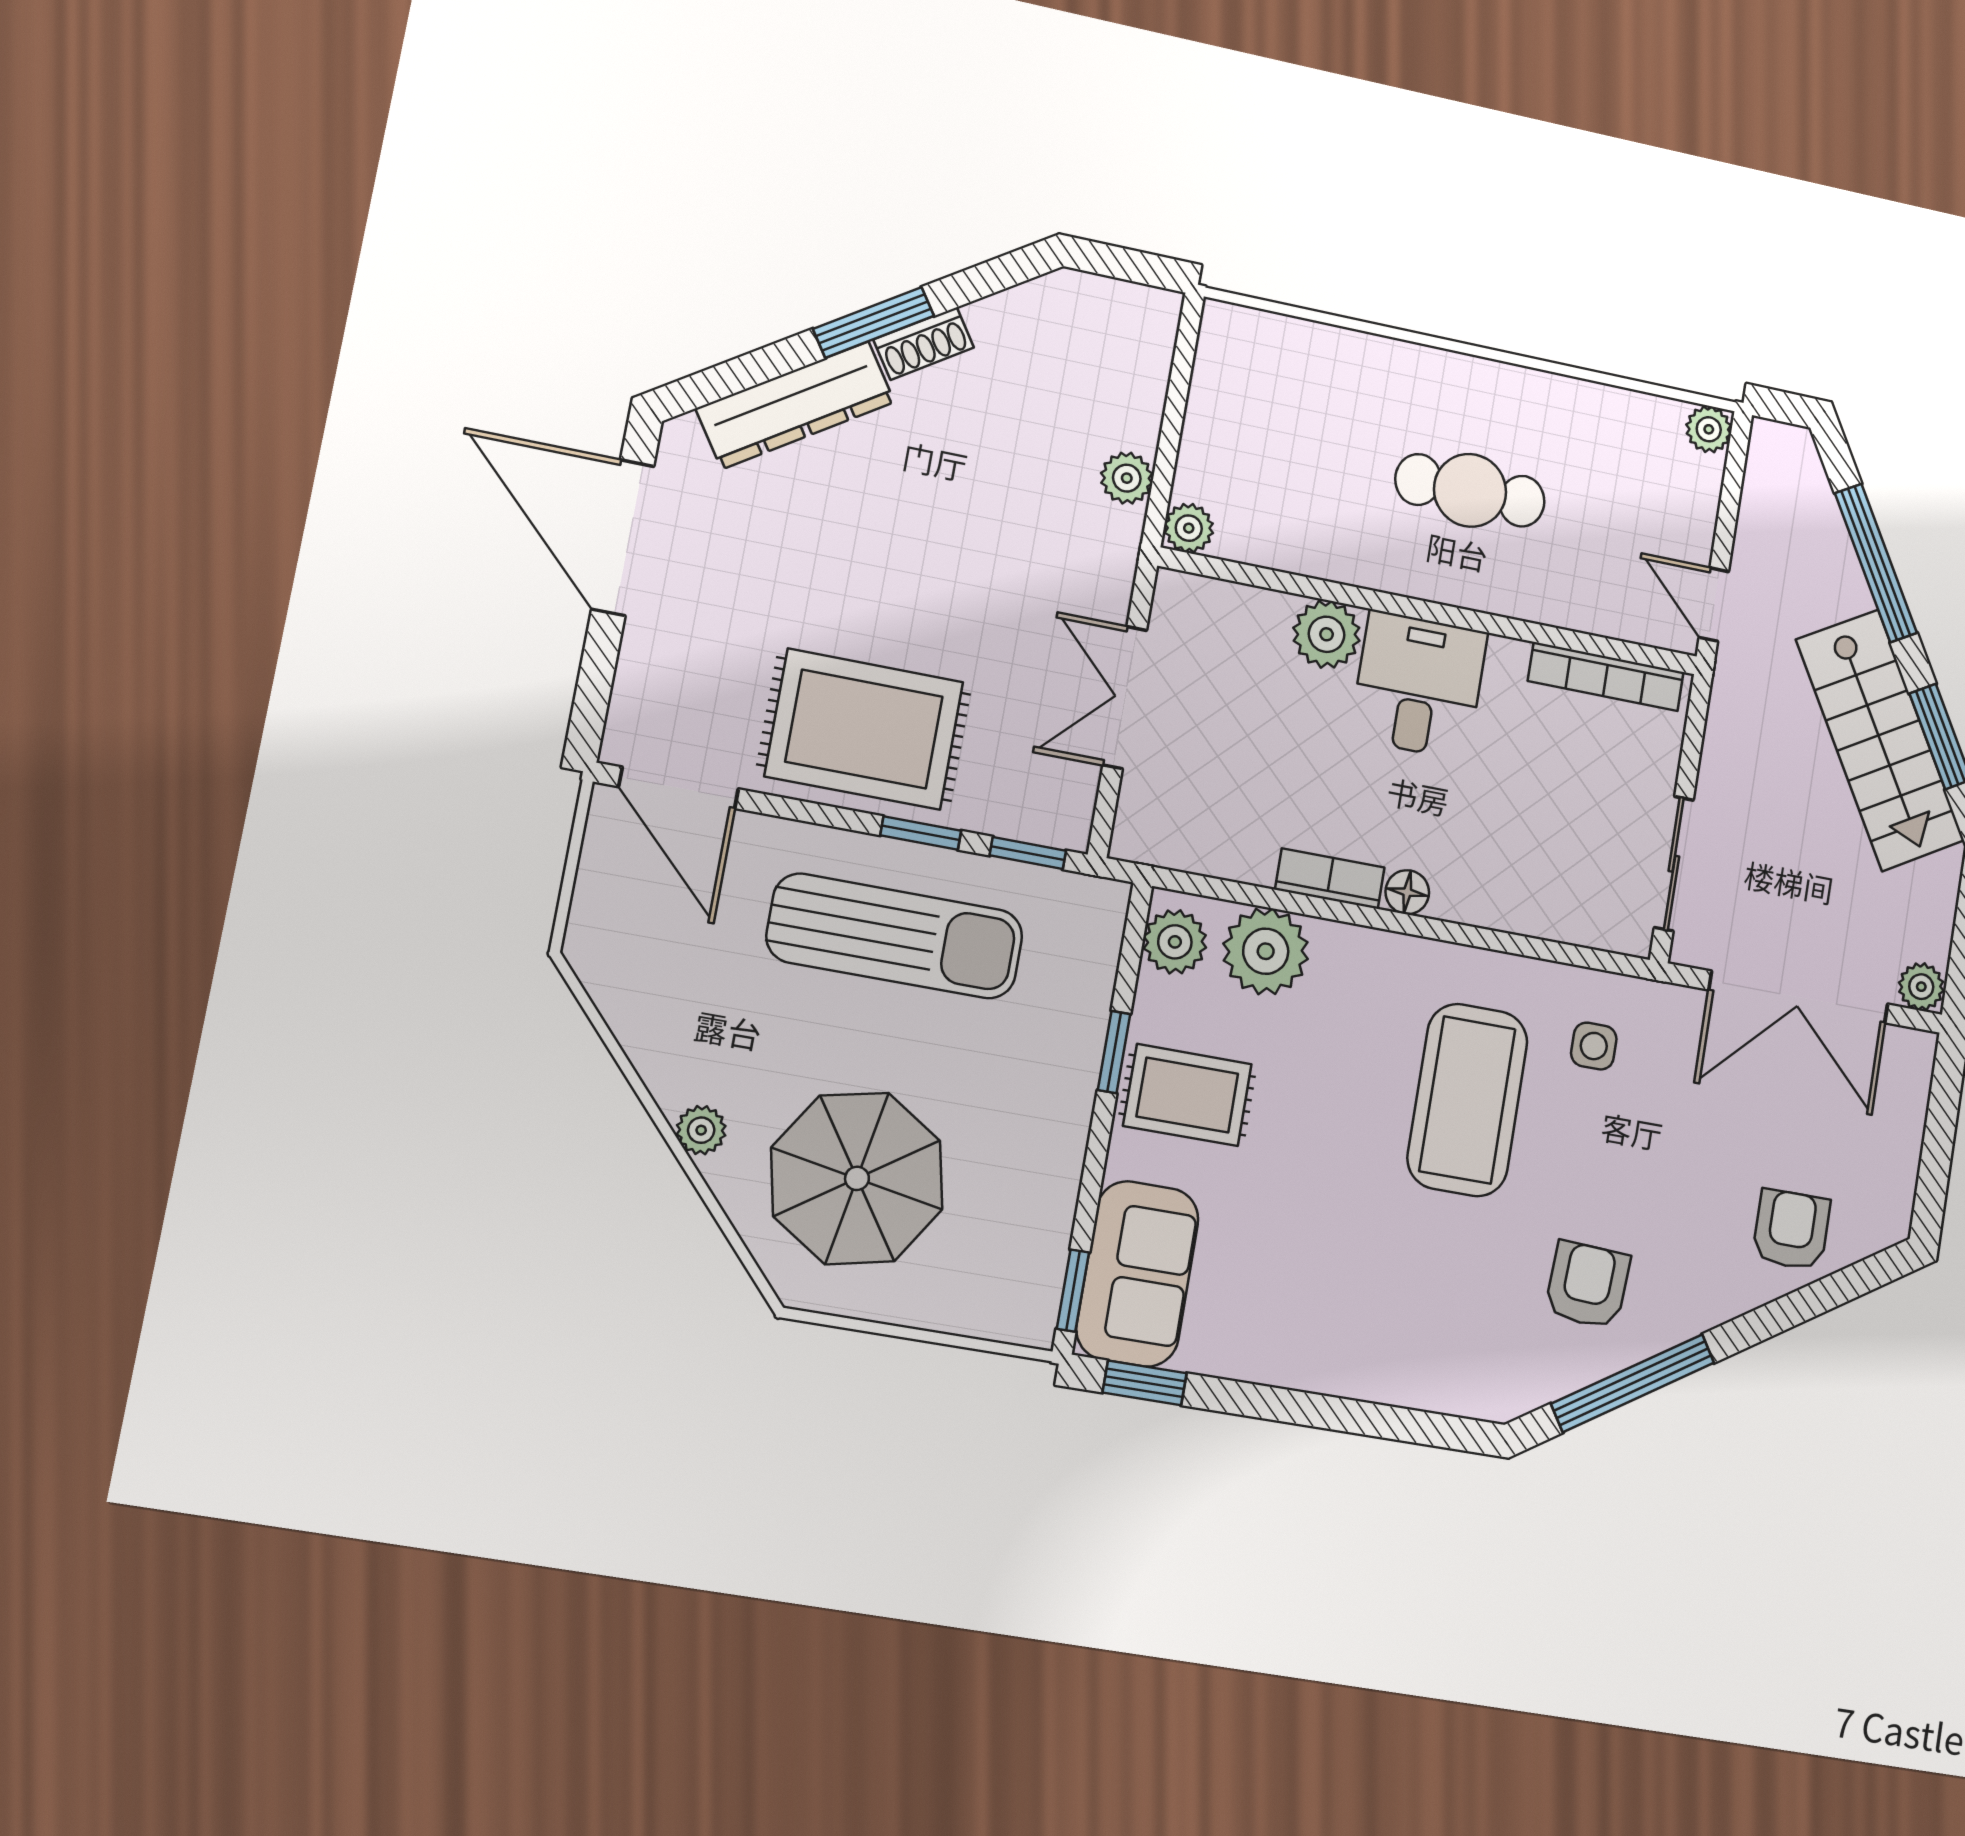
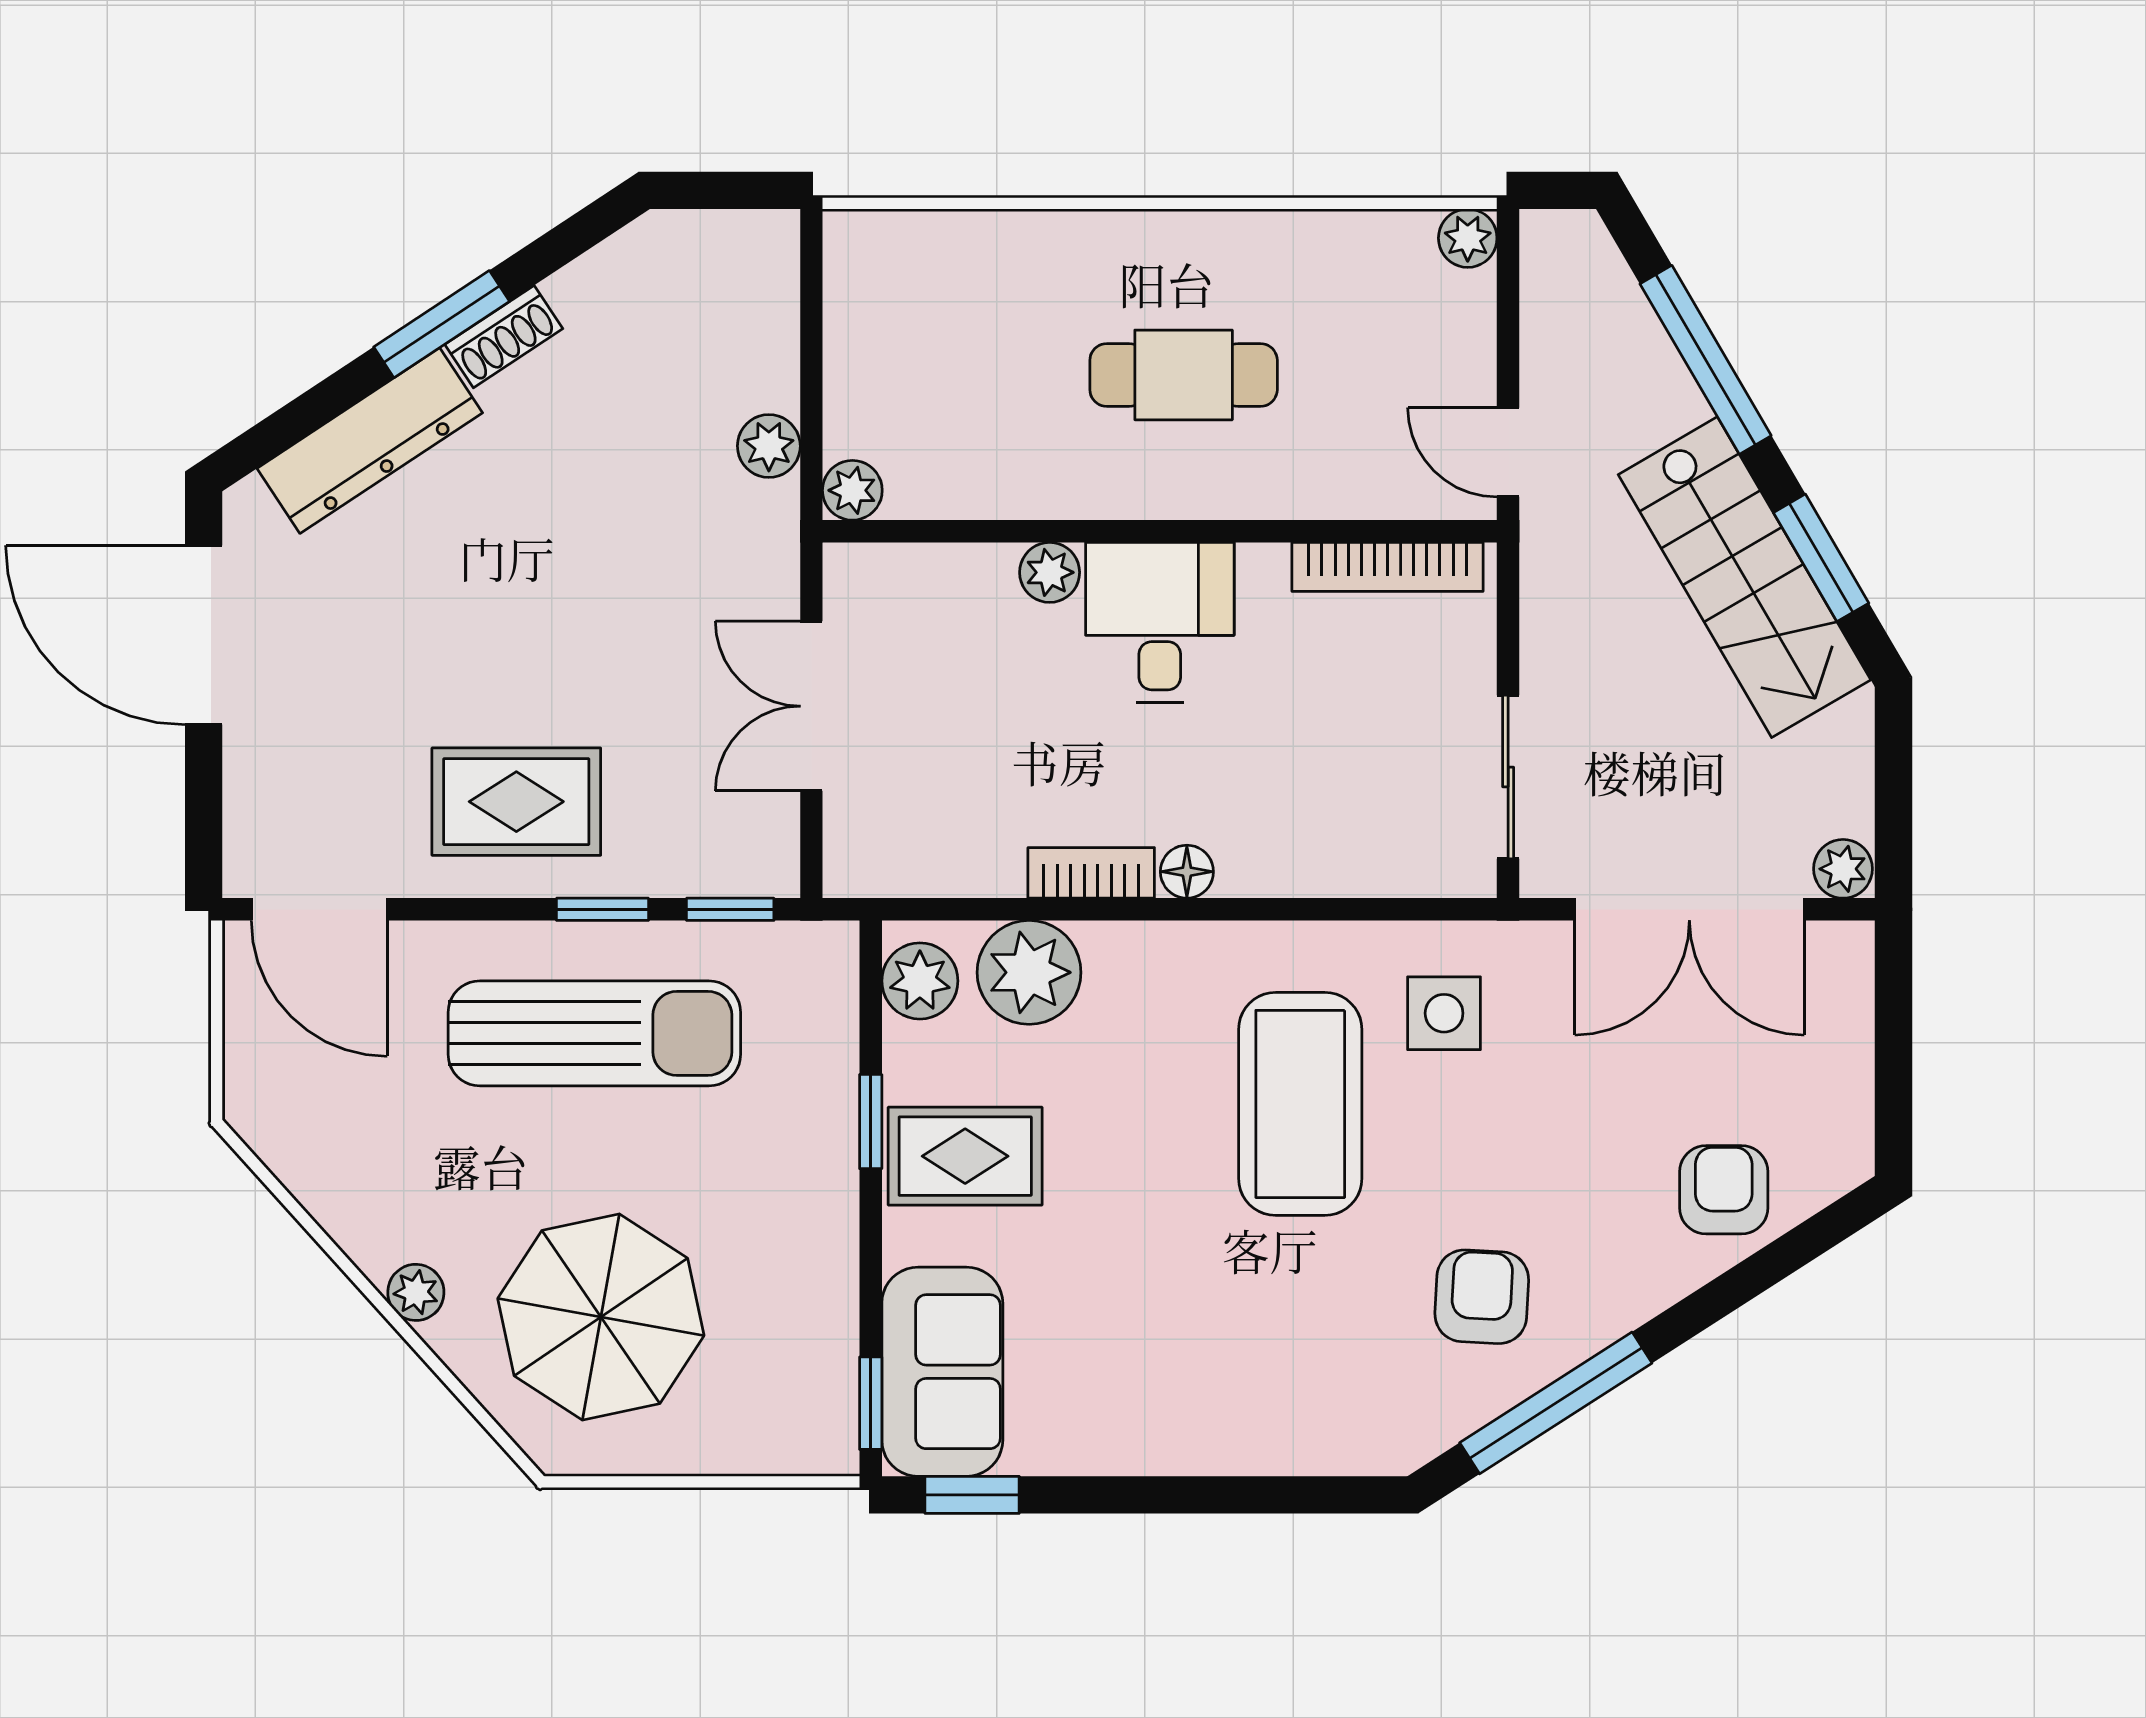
plant: (1327, 634) -> (1050, 572), width x0.73, depth x0.73
rug: (864, 729) -> (516, 802), width x0.73, depth x0.70
side table: (1594, 1046) -> (1444, 1013), width x1.37, depth x1.37

